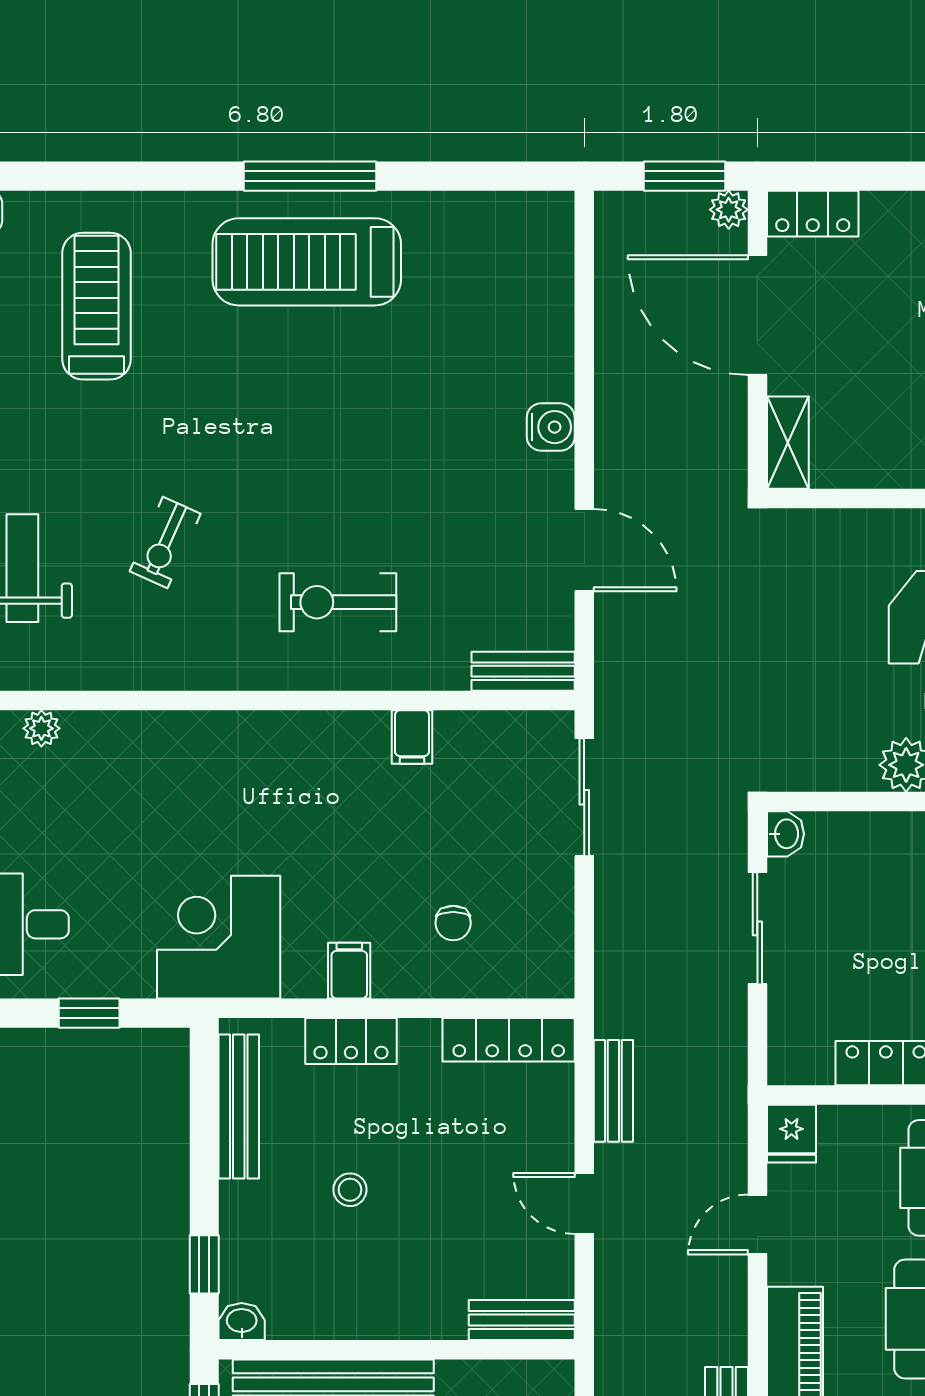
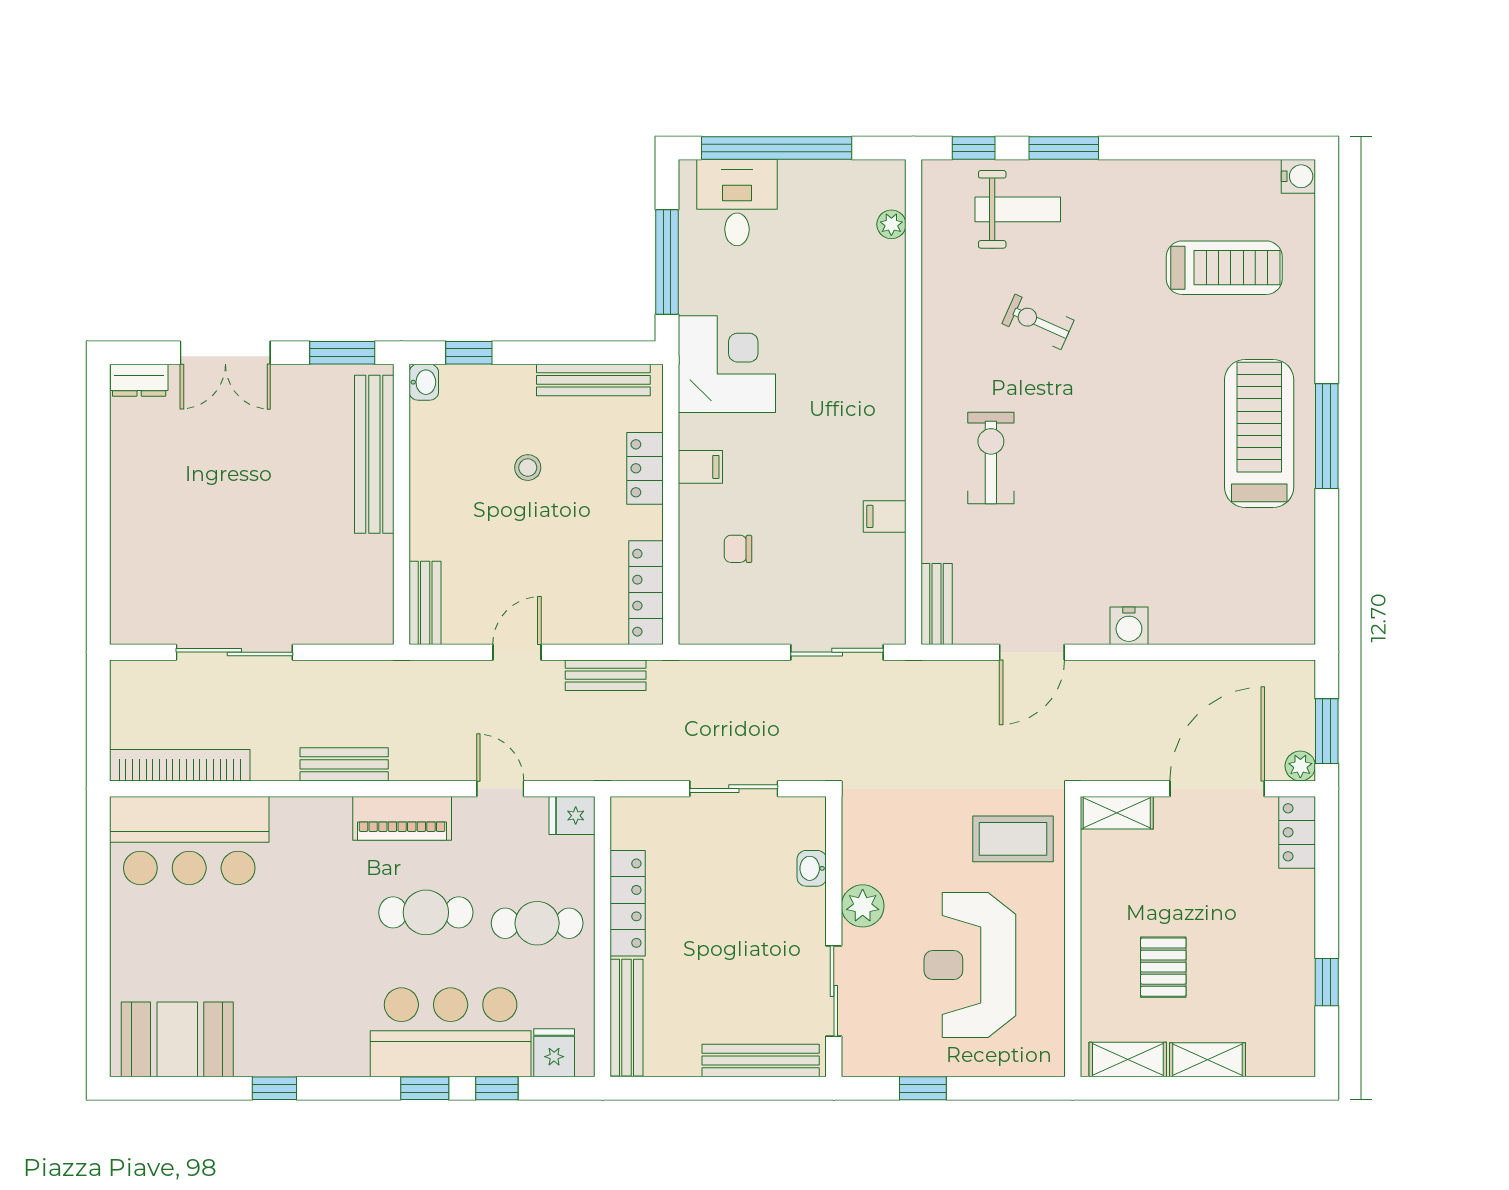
coffee table: (821, 574) -> (1013, 839), added
washbasin: (785, 834) -> (812, 868), moved, turned 90
window: (89, 1013) -> (667, 262), width x2.17

